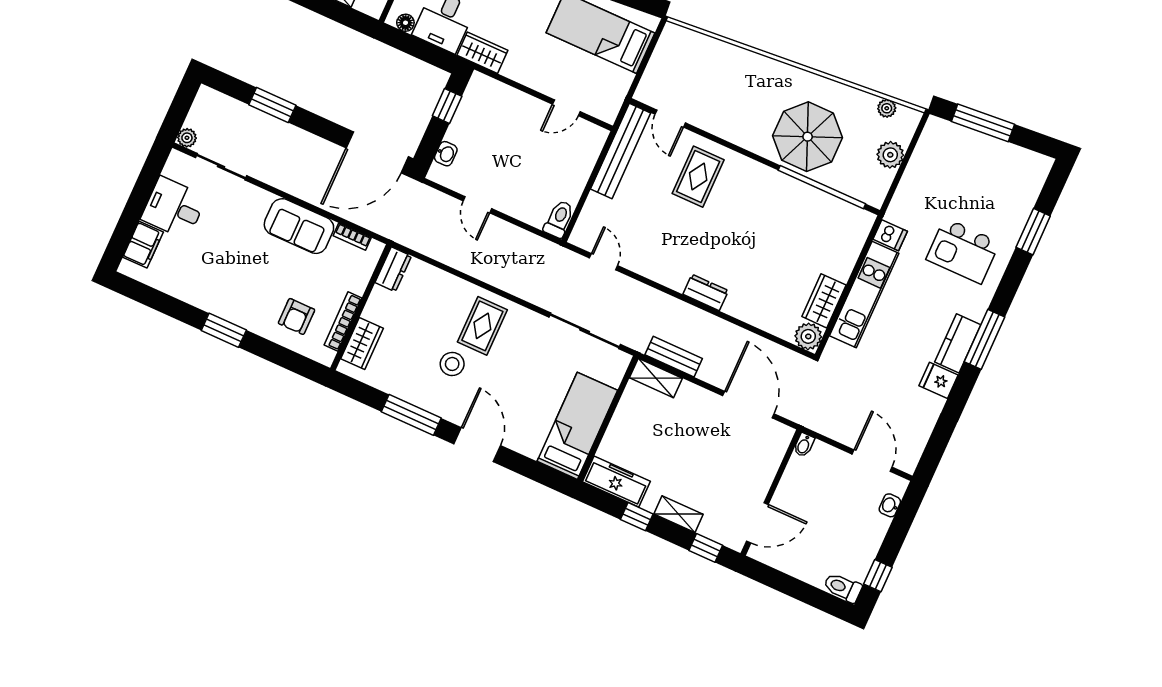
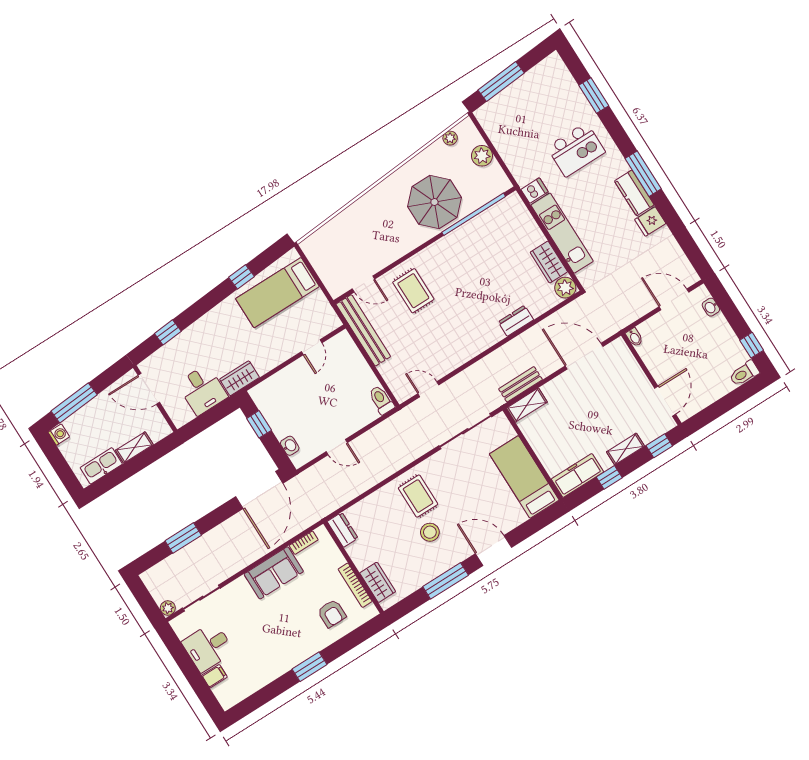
floor lamp: (405, 23) -> (187, 416), removed
filing cabinet: (143, 245) -> (215, 676), width x0.50
dresser: (706, 292) -> (516, 321), moved

